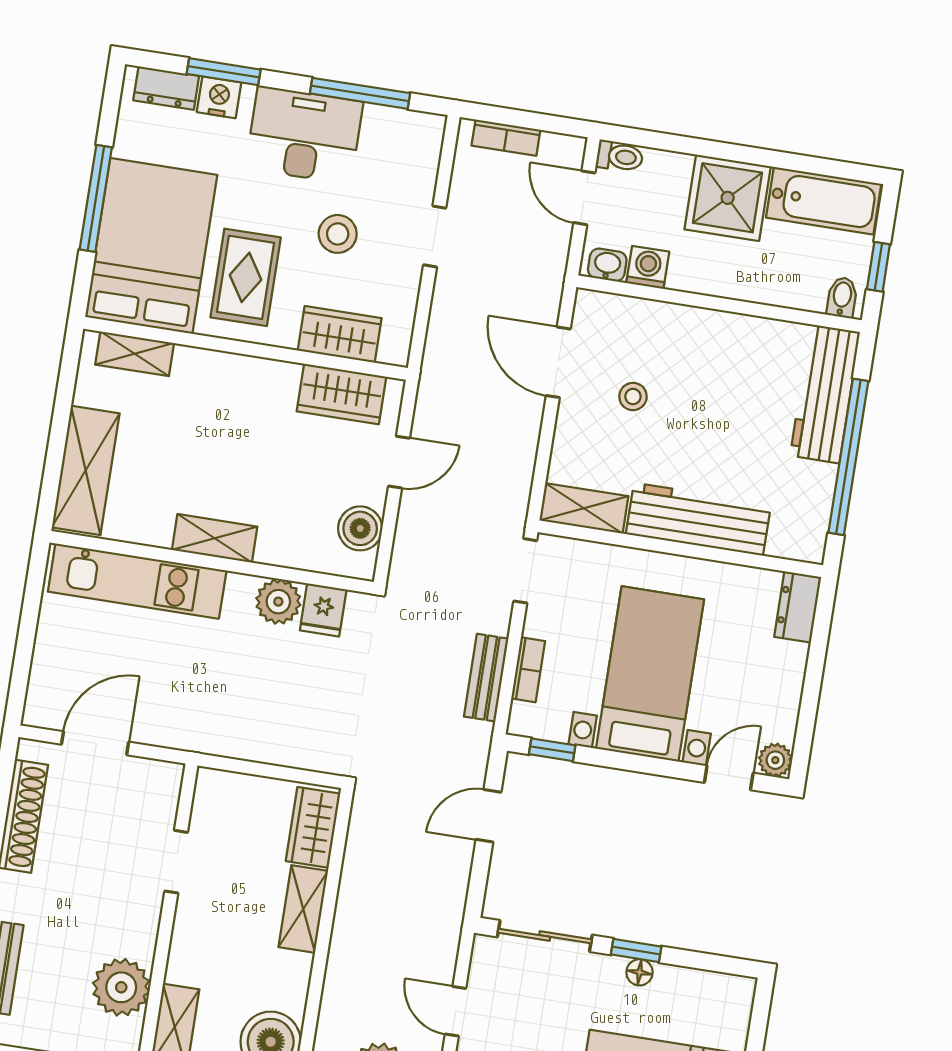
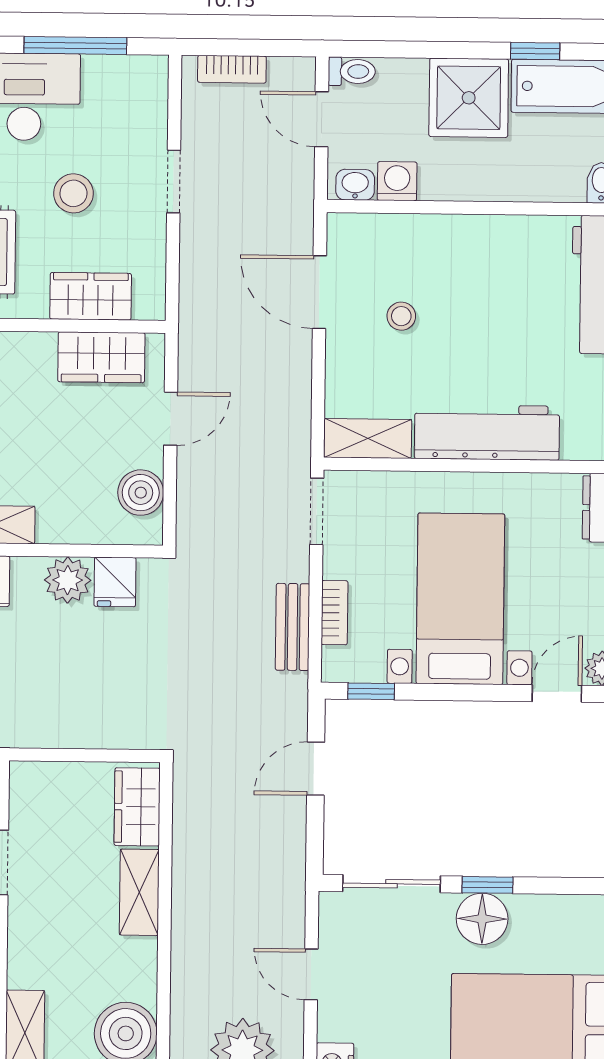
window: (797, 163) -> (535, 51), added
floor lamp: (639, 972) -> (482, 919), width x1.89, depth x1.89

